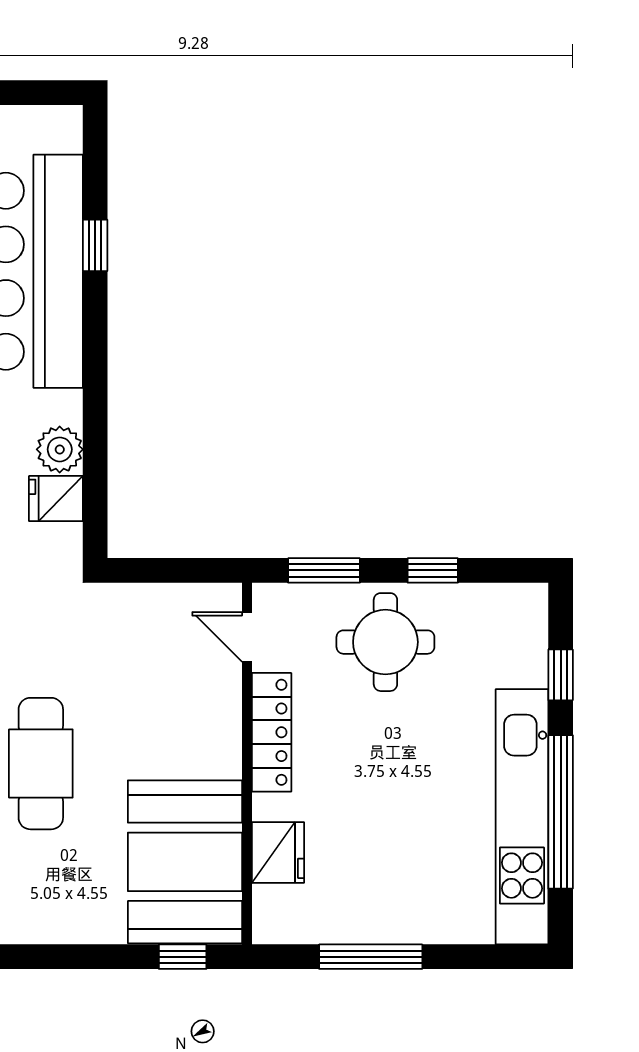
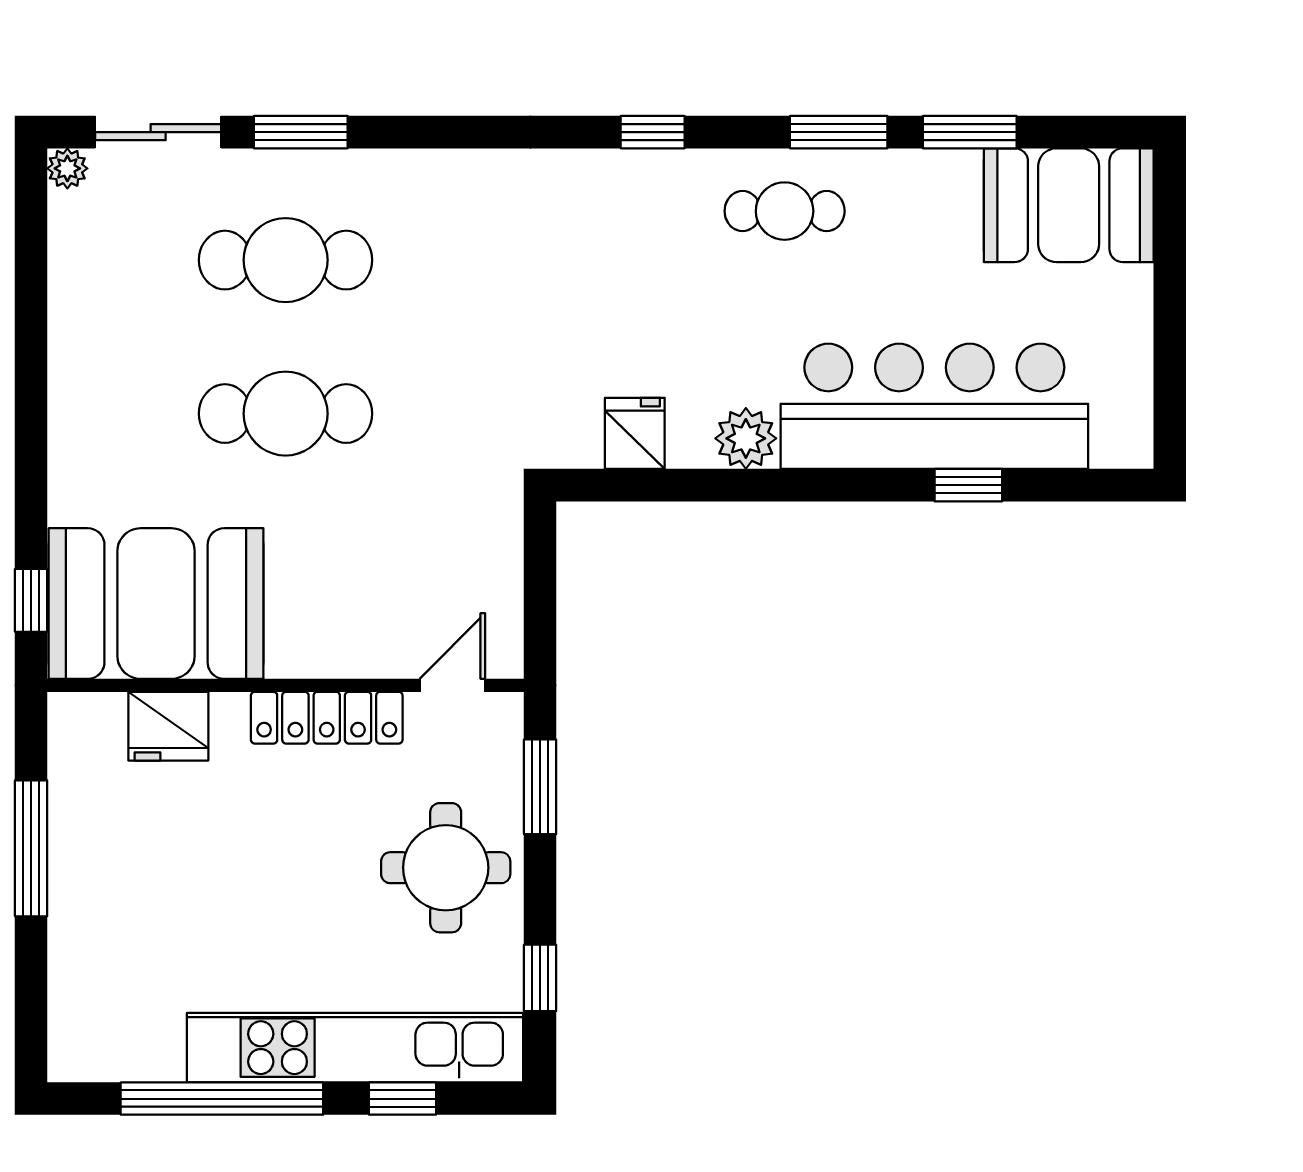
plant: (60, 449) -> (746, 438), moved
window: (433, 570) -> (540, 978), moved
kitchen unit: (522, 817) -> (355, 1048), moved

